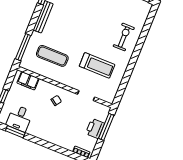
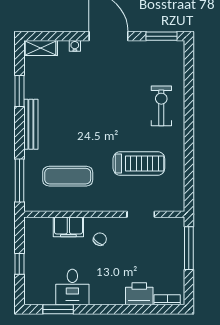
filing cabinet: (28, 81) -> (68, 227), moved
desk: (19, 118) -> (72, 287), moved
printer: (95, 128) -> (139, 294), moved, turned 90

